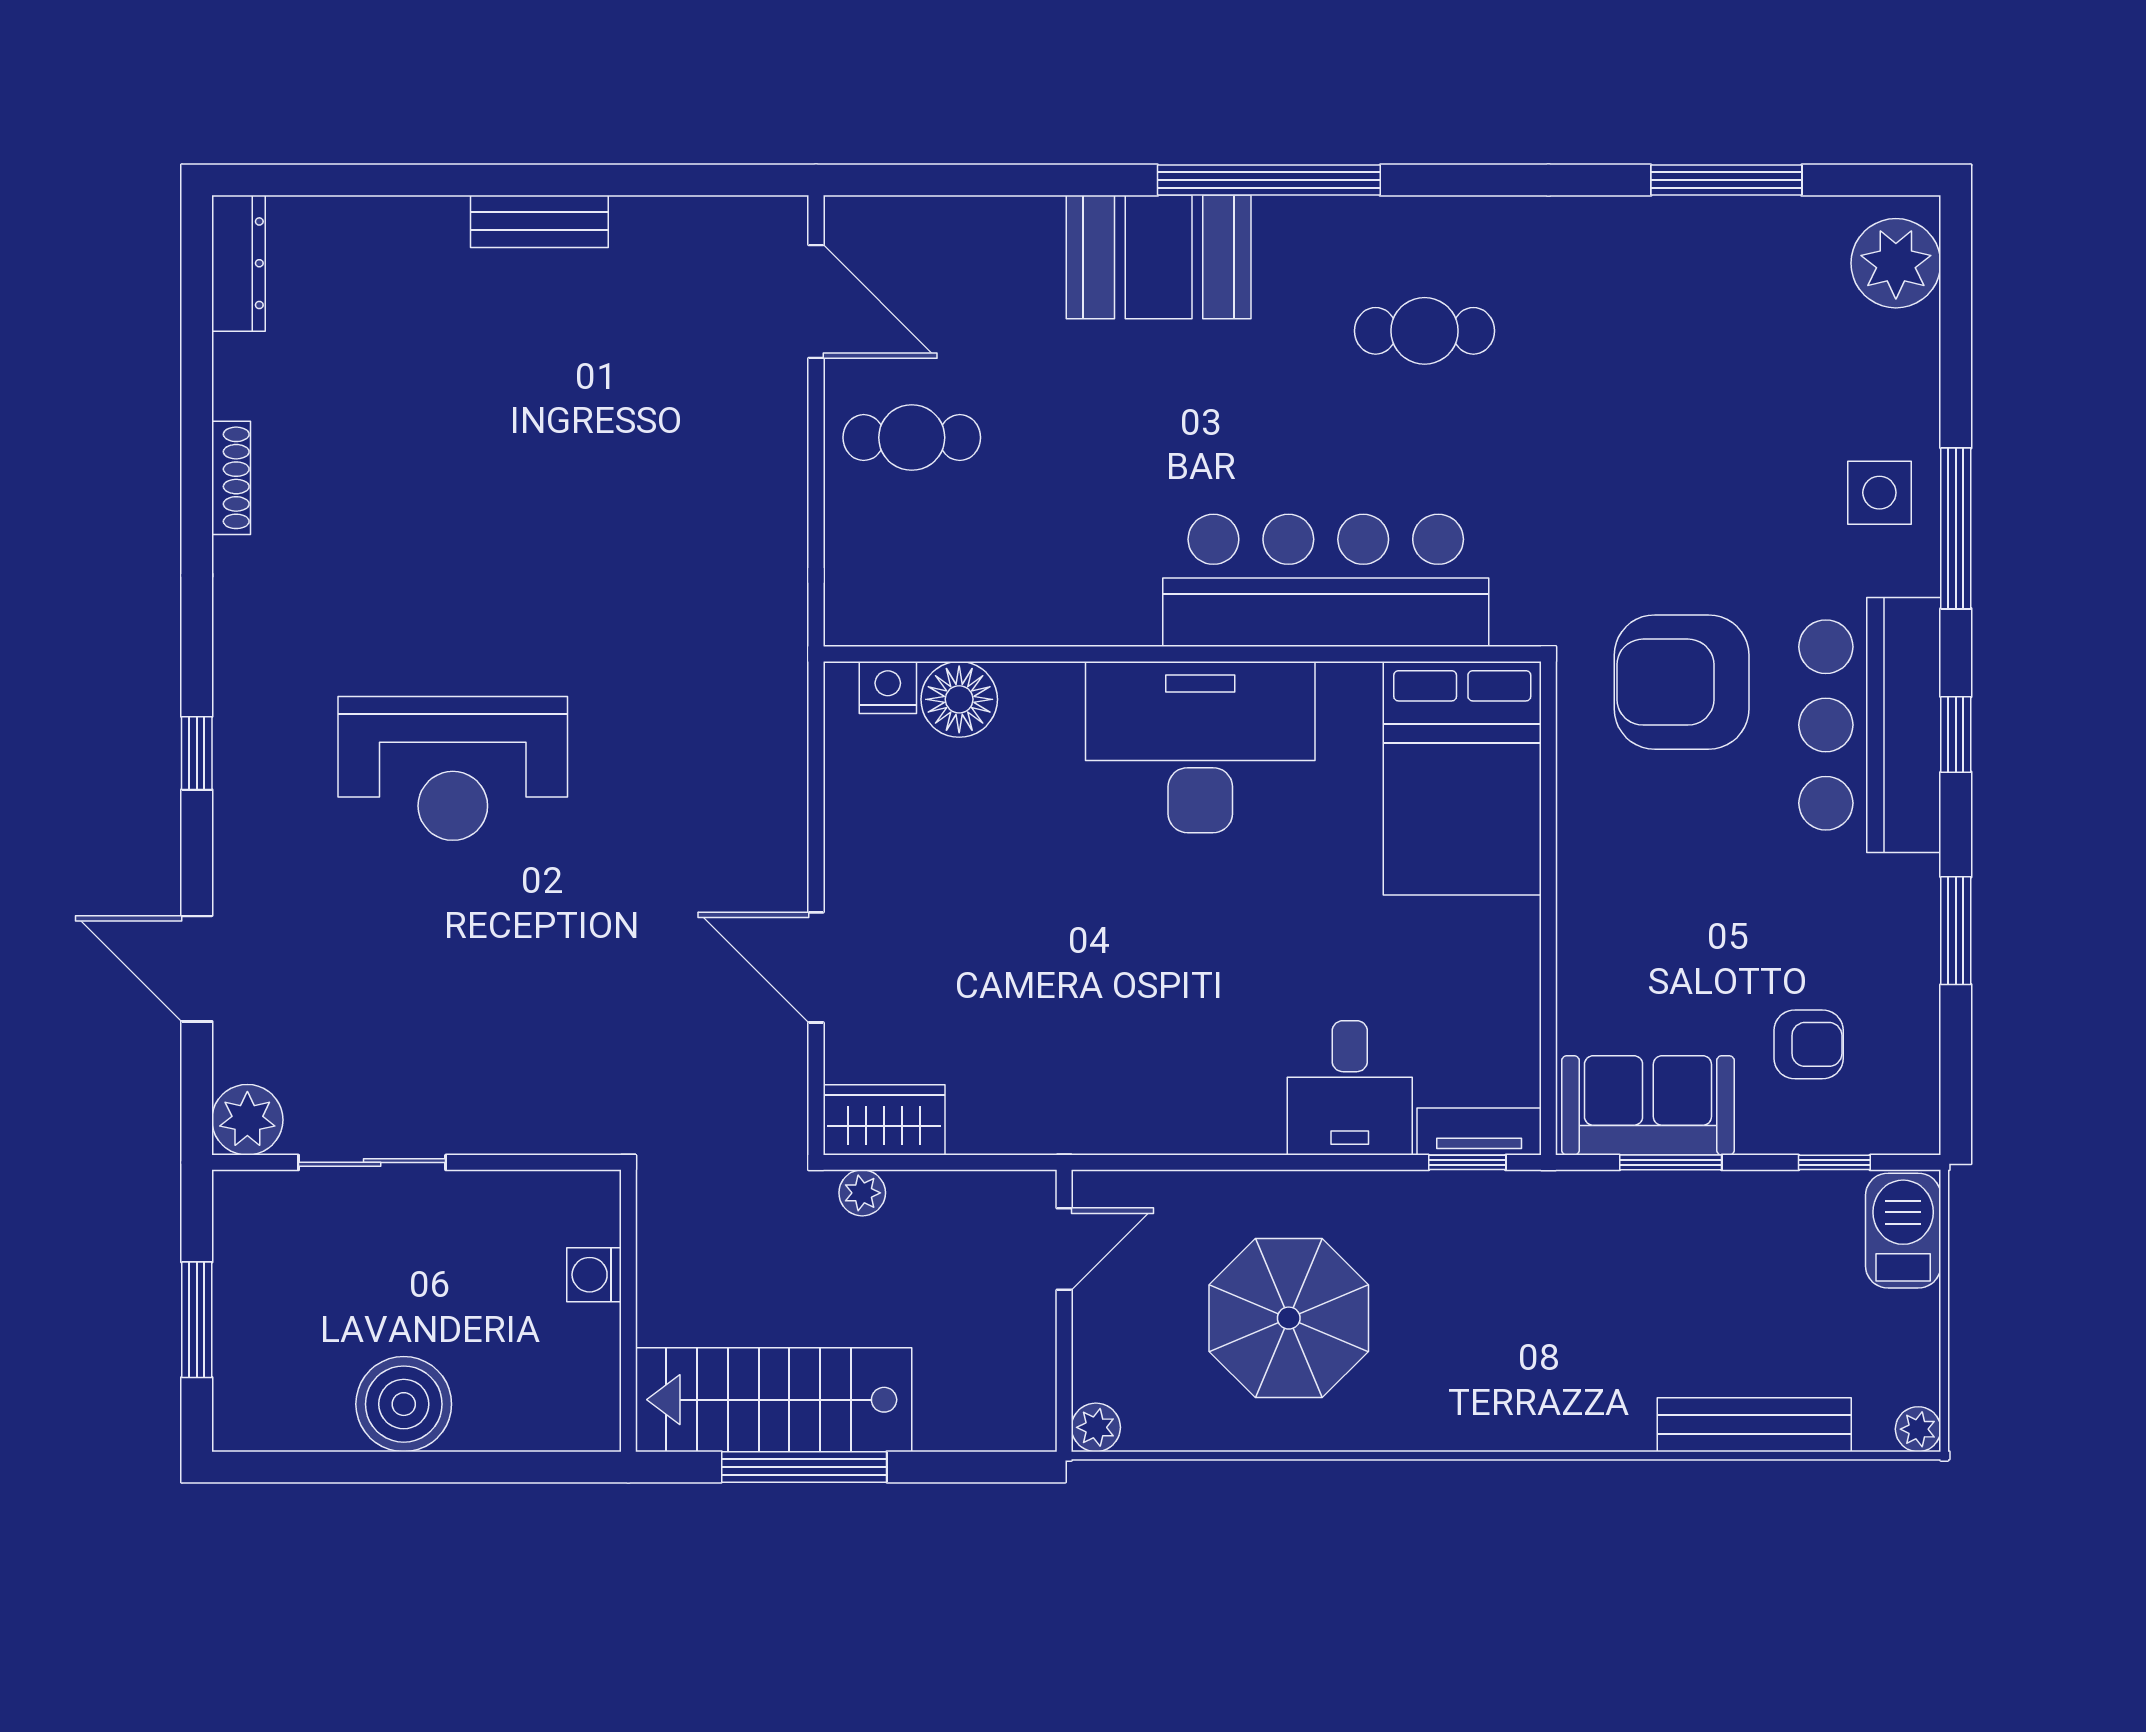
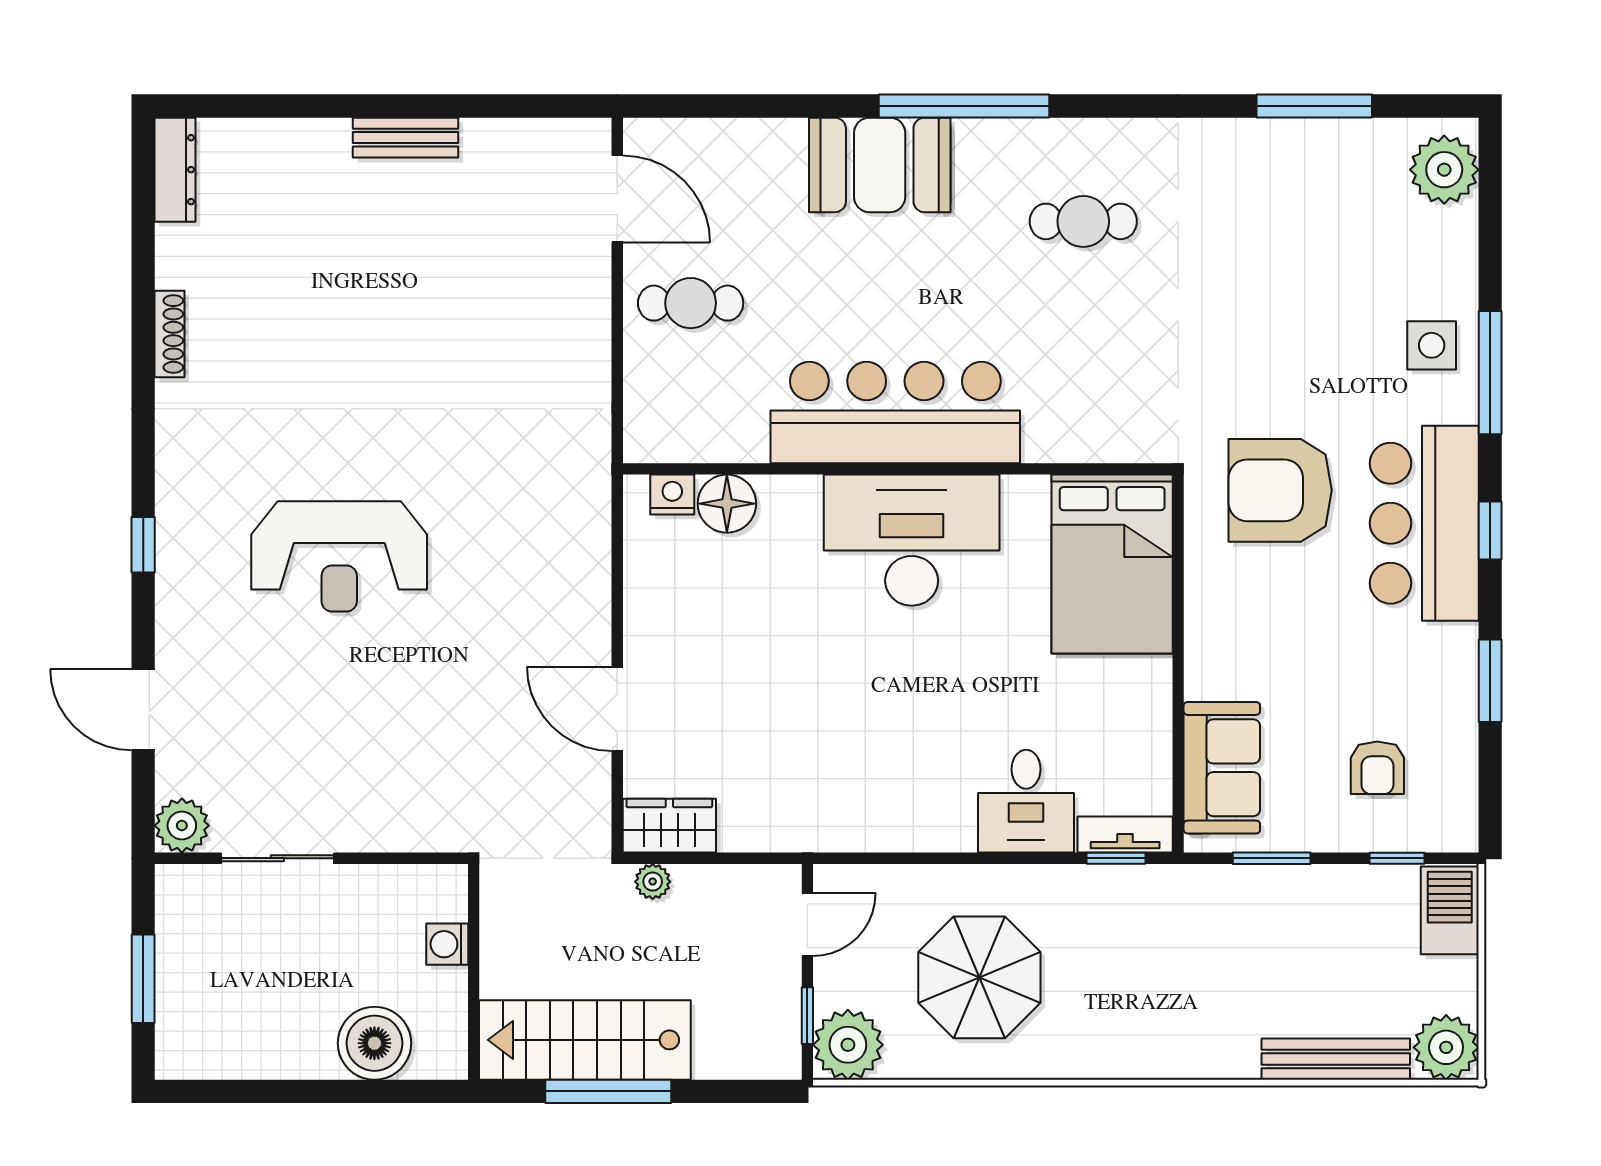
bar counter: (1326, 580) -> (895, 413), moved
armchair: (1809, 1044) -> (1377, 768), turned 90
sofa: (1648, 1105) -> (1222, 768), moved, turned 90
window: (1064, 1368) -> (807, 1016), added
boiler: (404, 1404) -> (374, 1043), moved
plant: (1096, 1427) -> (848, 1045), width x1.88, depth x1.88
plant: (1918, 1429) -> (1446, 1047), width x1.87, depth x1.87

